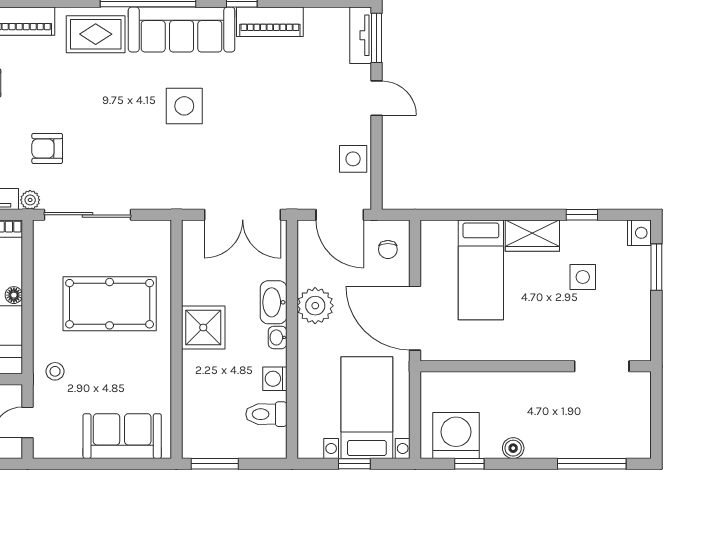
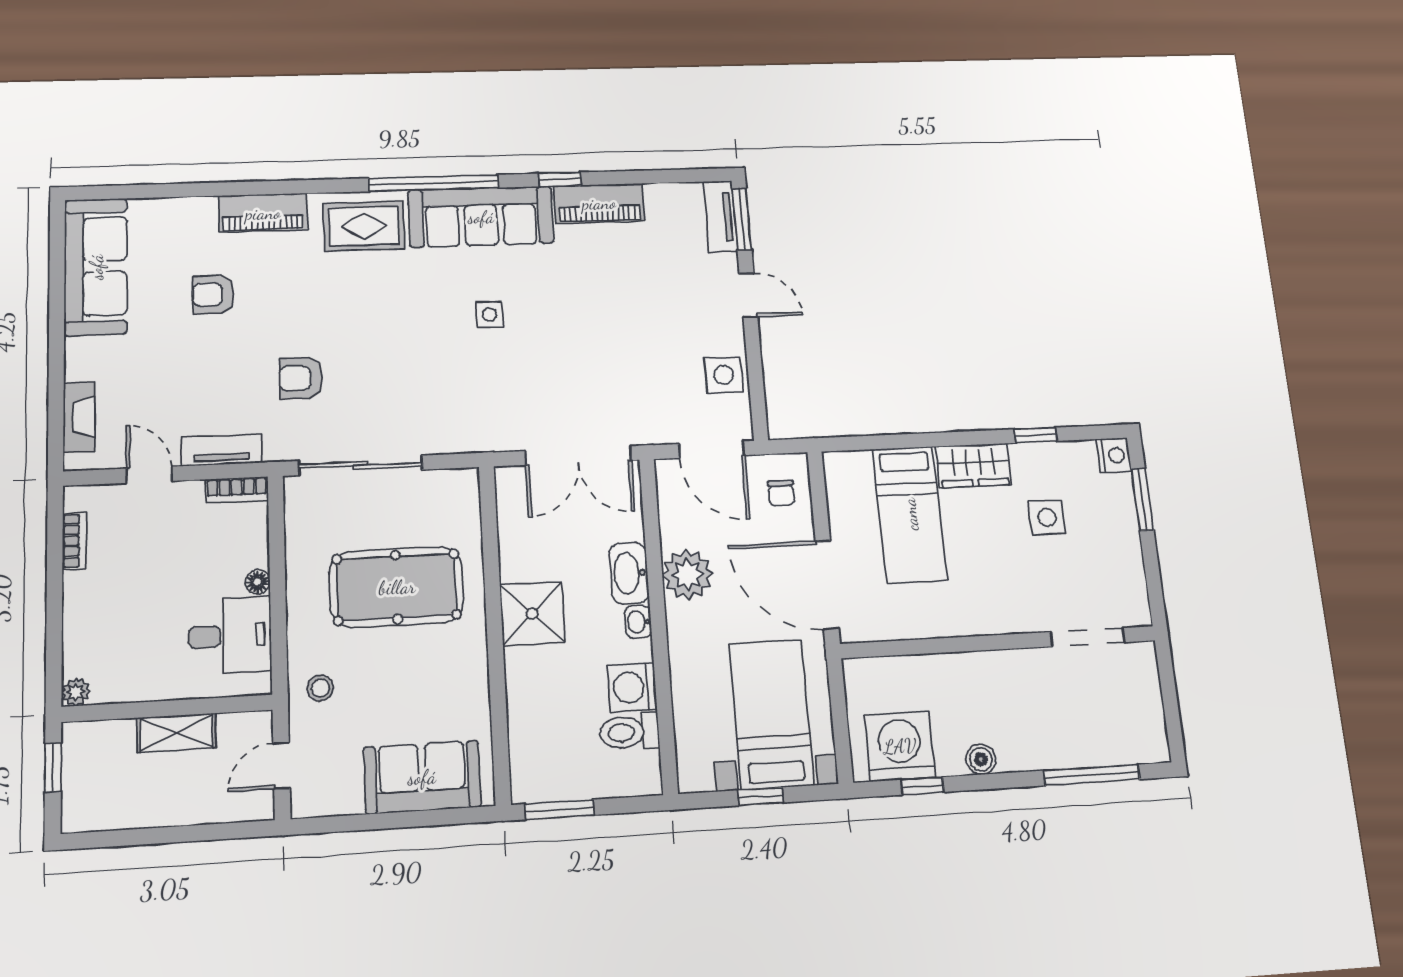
side table: (184, 106) -> (490, 315), width x0.54, depth x0.54
plant: (30, 200) -> (278, 449), removed
washing machine: (275, 379) -> (632, 687), width x1.38, depth x1.38

